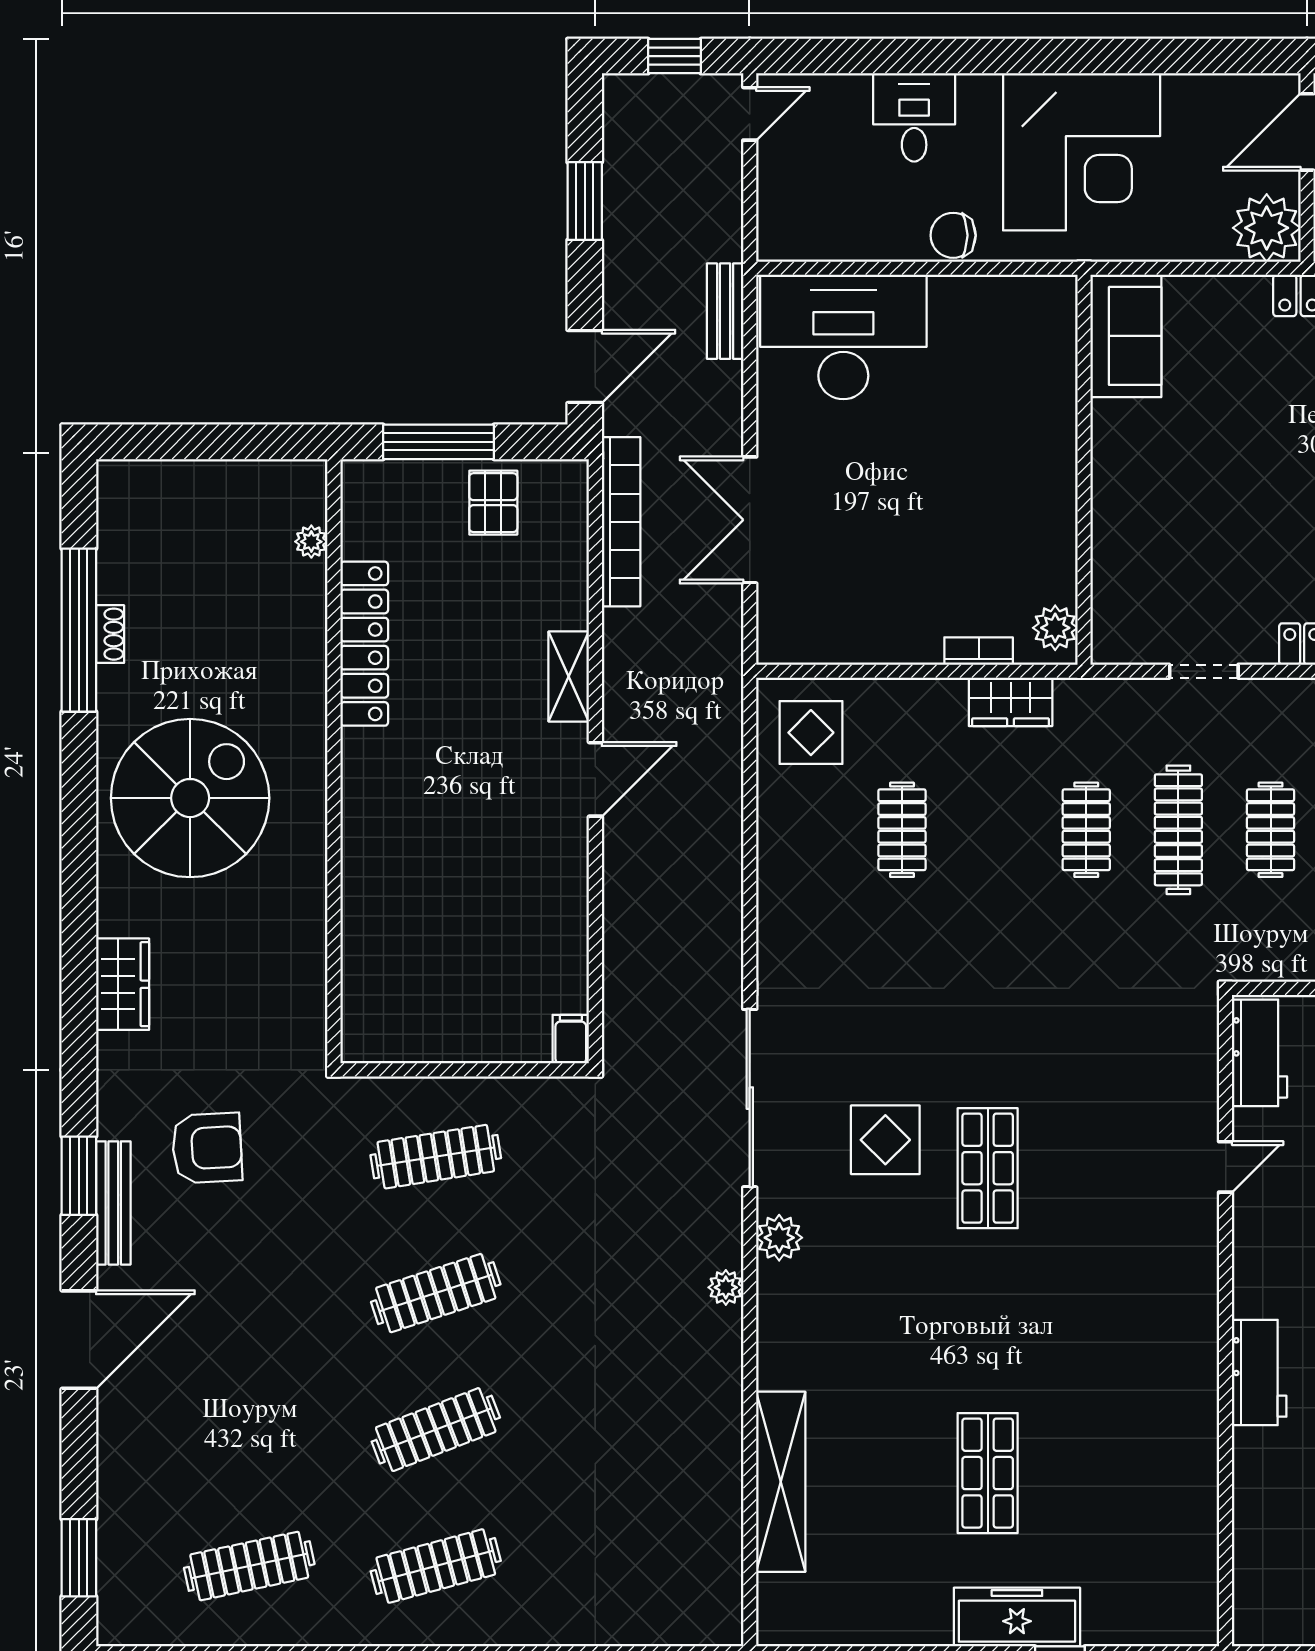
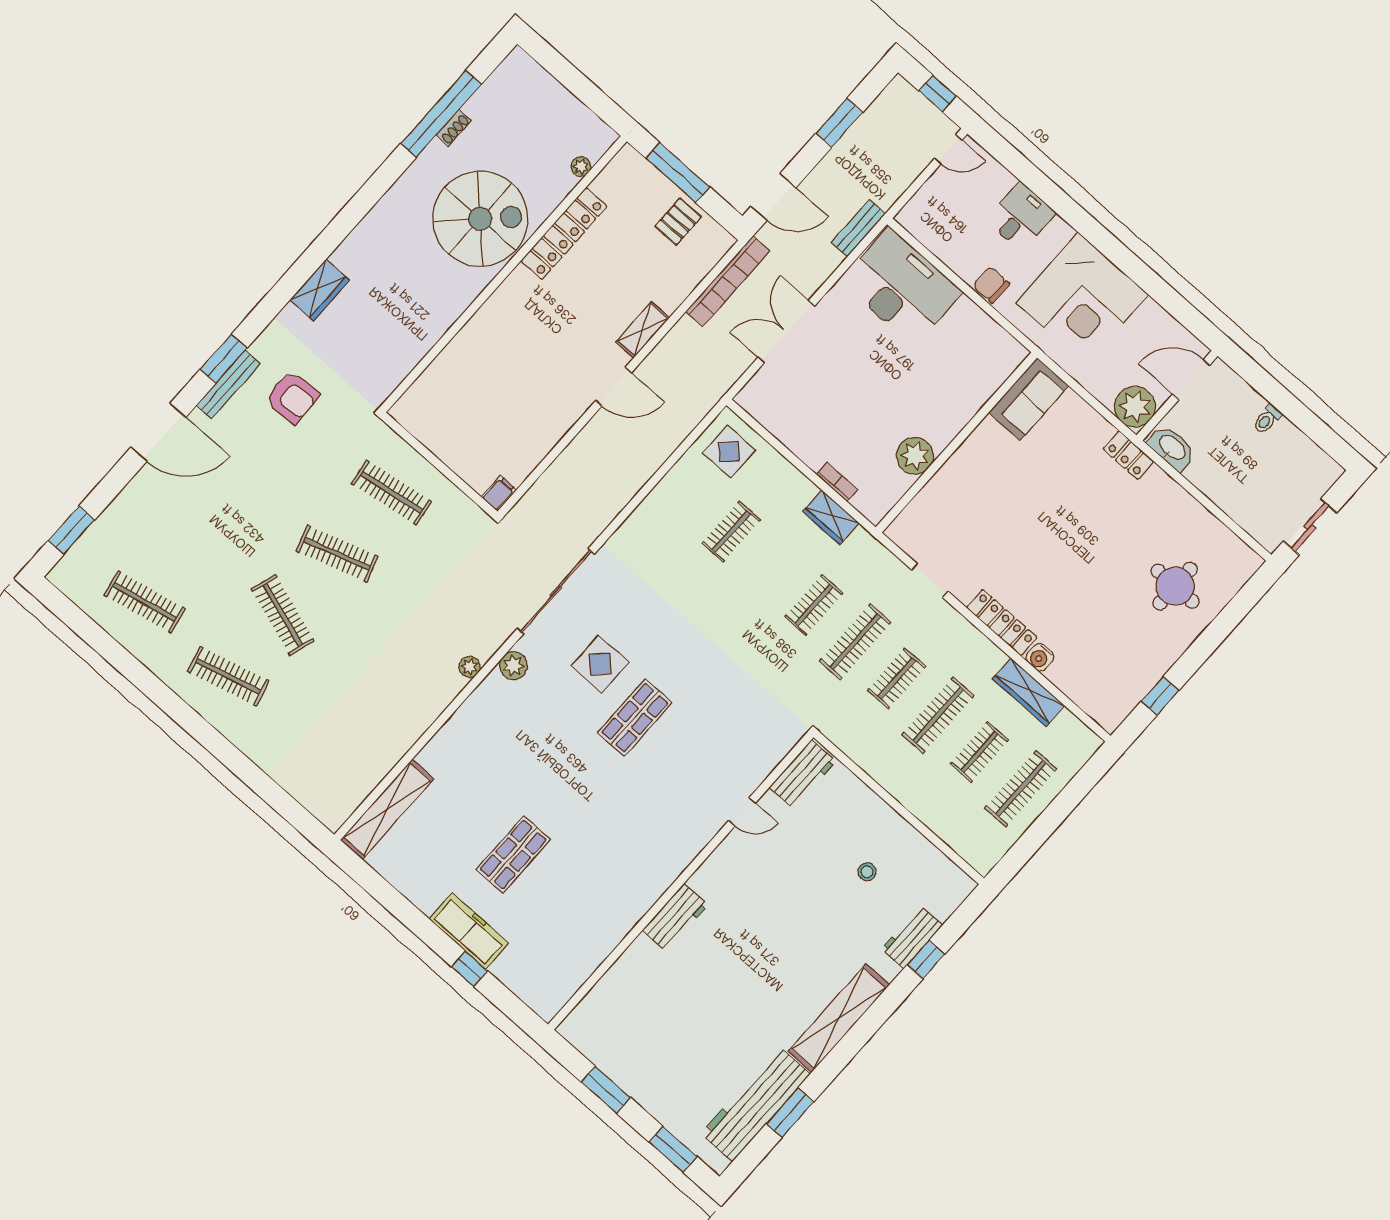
plant: (1055, 628) -> (915, 456), moved, width x1.36, depth x1.36
spiral stairs: (190, 798) -> (480, 219), moved
clothes rail: (436, 1430) -> (283, 615), turned 39
shelving: (781, 1482) -> (387, 809), moved

